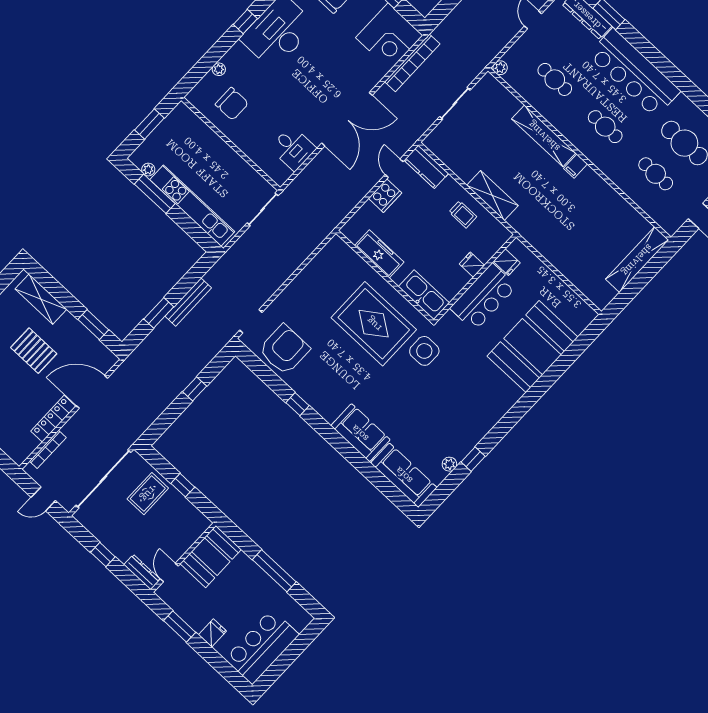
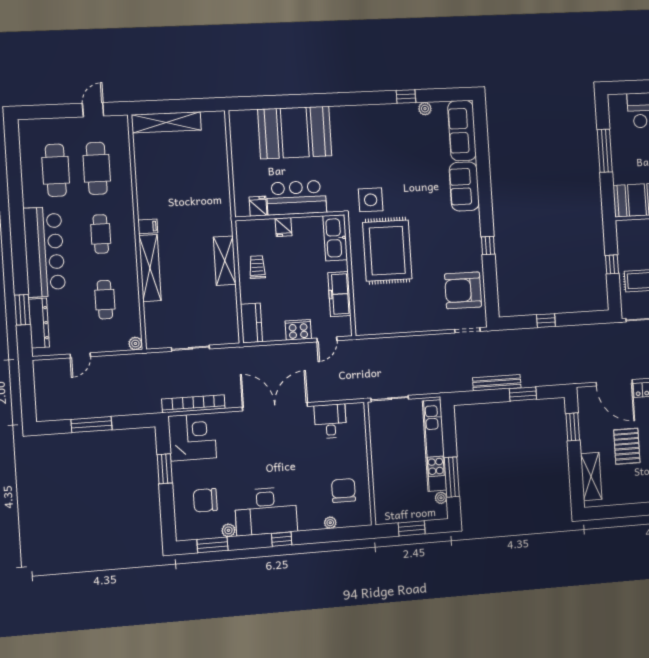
door: (394, 168) -> (327, 339), moved
cafe table: (656, 174) -> (97, 168), width x1.37, depth x1.35

